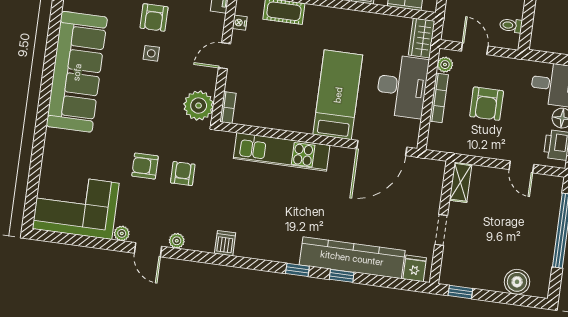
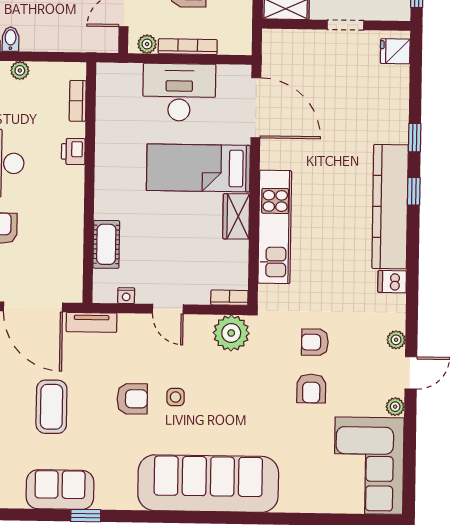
wardrobe: (422, 38) -> (236, 216), moved, turned 90
kitchen counter: (352, 258) -> (390, 207), moved

